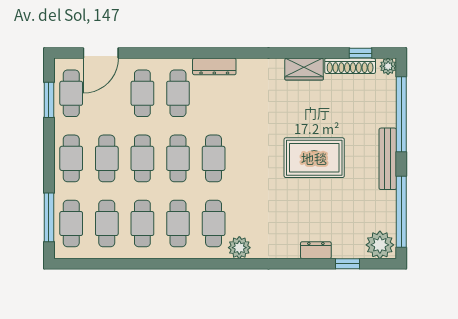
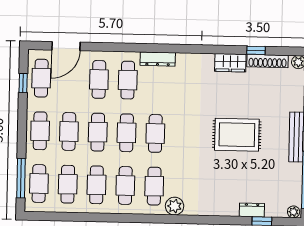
window: (361, 53) -> (256, 50), moved
window: (49, 100) -> (23, 83), width x0.67
plant: (380, 245) -> (294, 212), width x0.53, depth x0.53
dresser: (316, 250) -> (252, 210), moved

